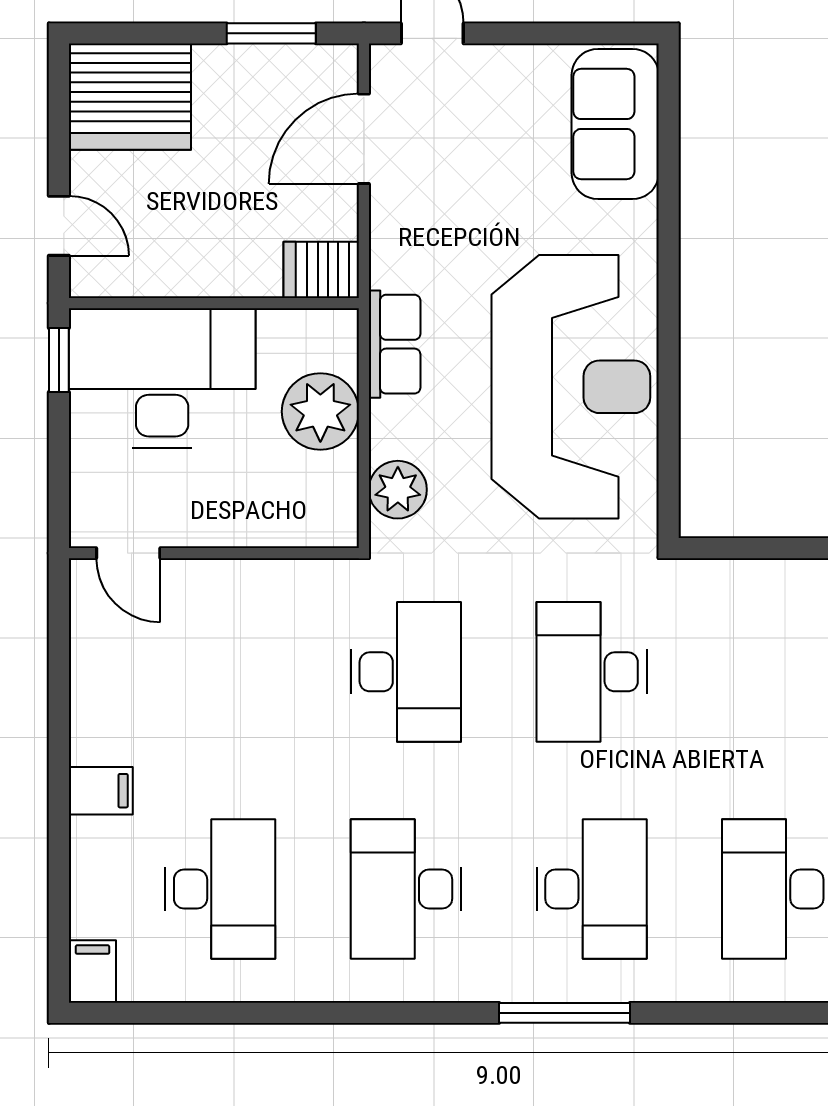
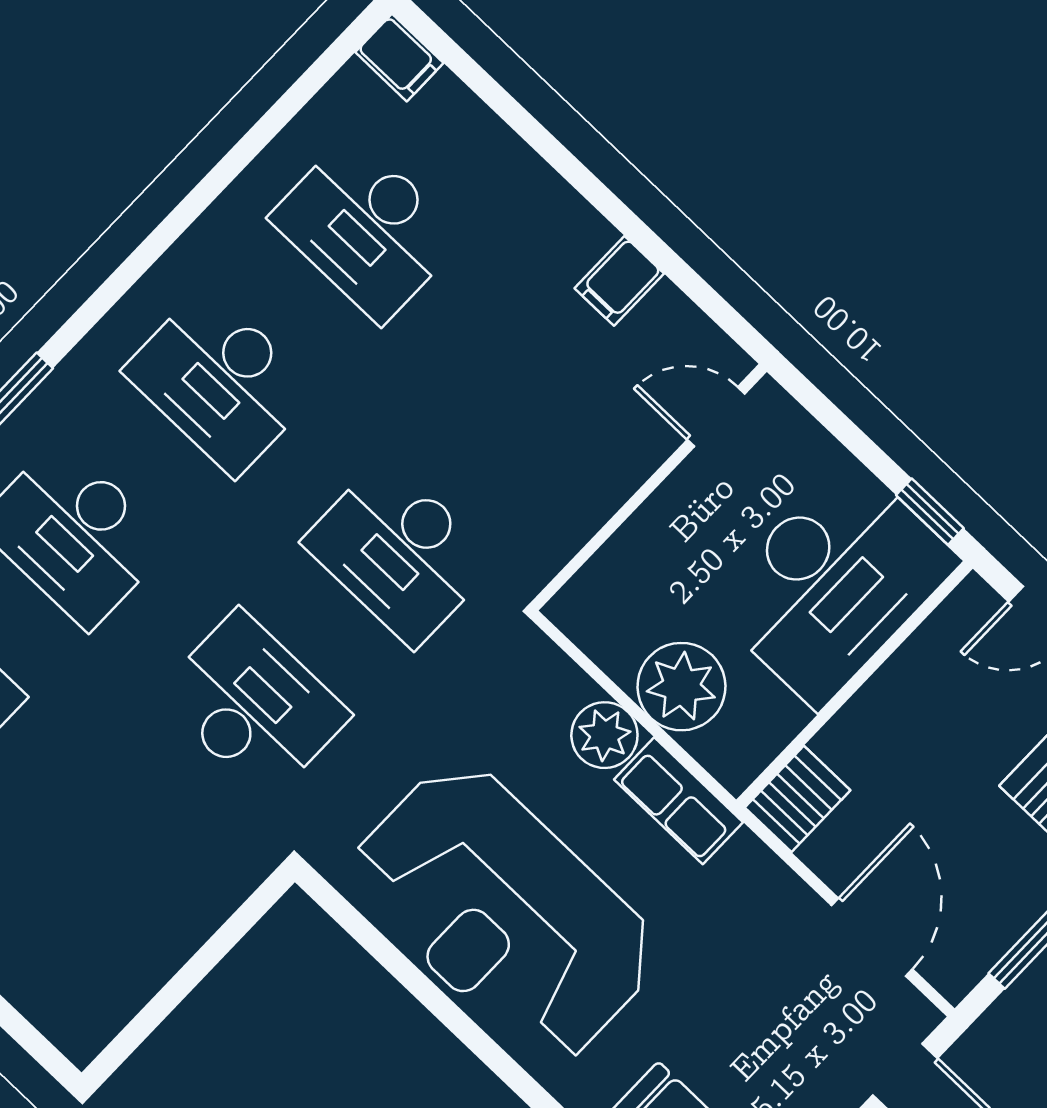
plant: (398, 490) -> (604, 735), moved
filing cabinet: (101, 791) -> (619, 281), moved
desk: (406, 889) -> (220, 381), turned 180

